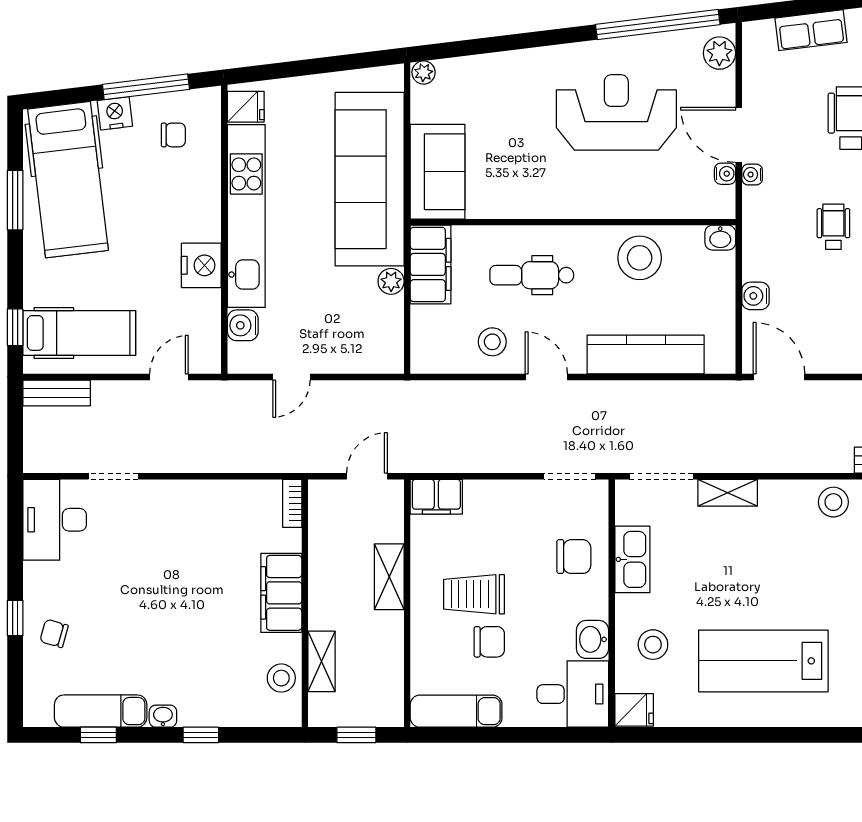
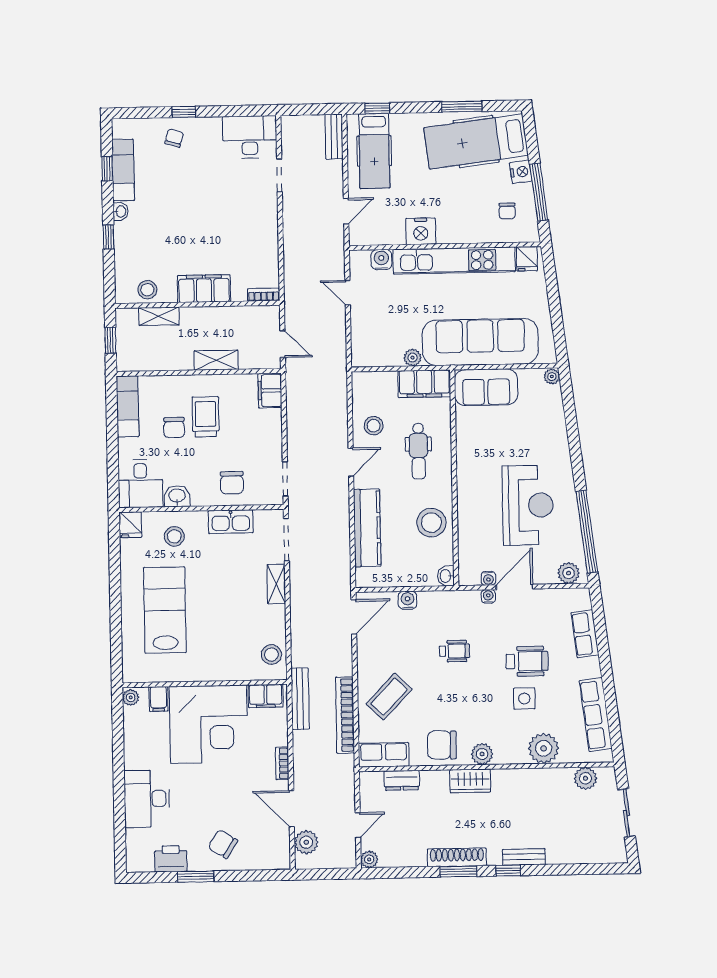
dental chair: (532, 275) -> (418, 451), turned 180
door: (169, 377) -> (346, 211), hinge flipped

